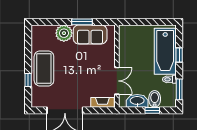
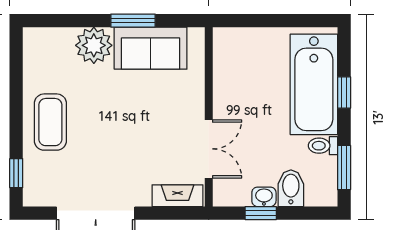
coffee table: (44, 68) -> (50, 122), width x0.73, depth x0.76
window: (28, 80) -> (16, 173), moved
washbasin: (137, 101) -> (264, 197), width x0.52, depth x0.69
window: (152, 110) -> (261, 213), moved

